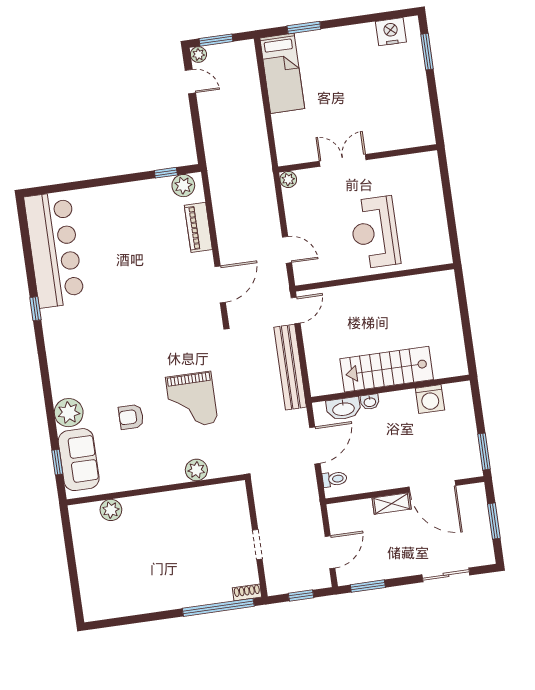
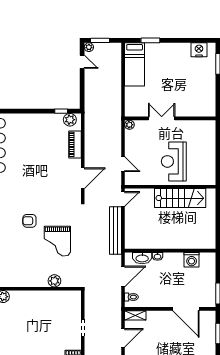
stairs: (387, 369) -> (180, 198), moved, turned 180
armchair: (131, 417) -> (29, 221), moved
shelving: (392, 503) -> (135, 315), moved

